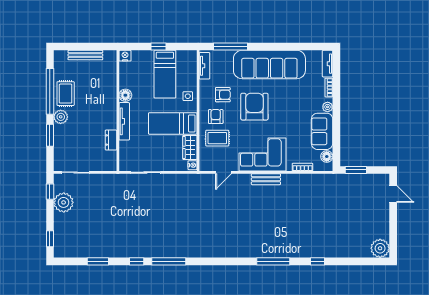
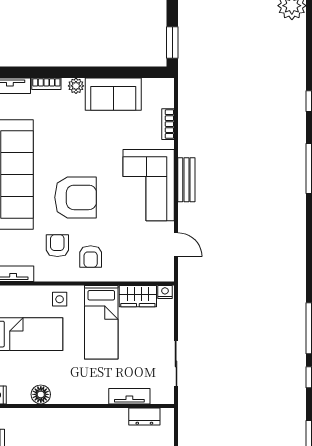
floor lamp: (125, 95) -> (41, 394), moved
armchair: (254, 107) -> (76, 197), turned 180
armchair: (216, 117) -> (91, 257), turned -90
tv unit: (124, 121) -> (129, 396), moved, width x0.71
rug: (217, 138) -> (124, 254), removed
dresser: (111, 140) -> (144, 416), moved
floor lamp: (327, 157) -> (152, 87), removed

